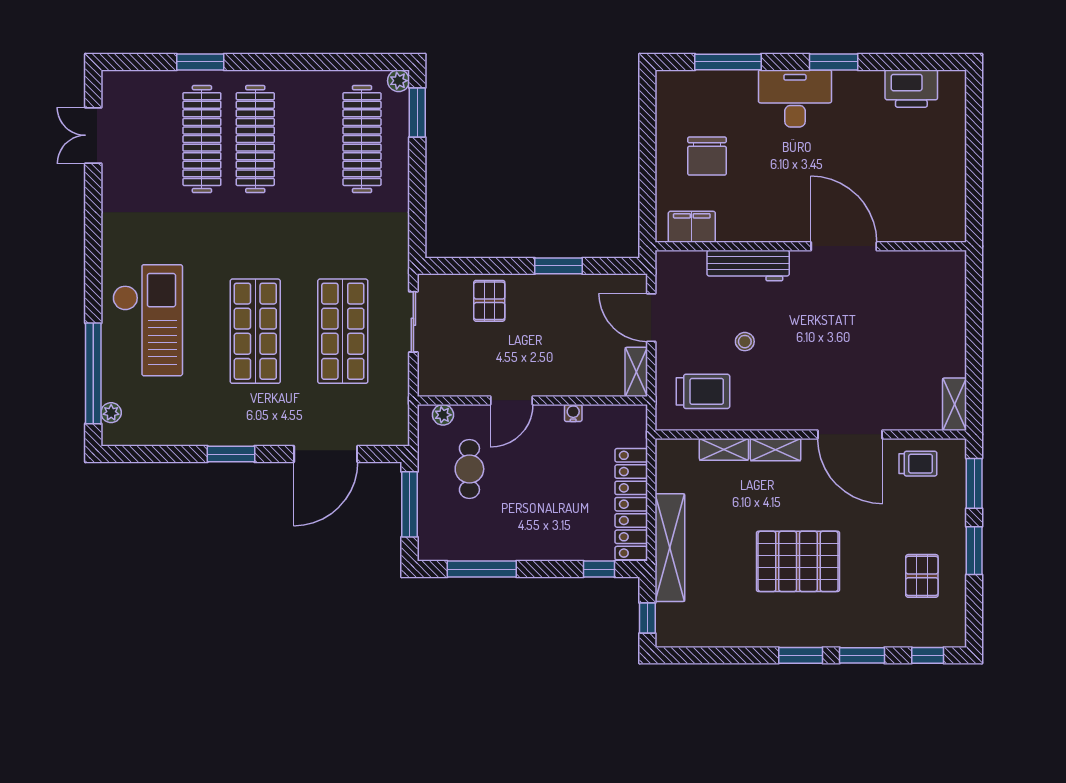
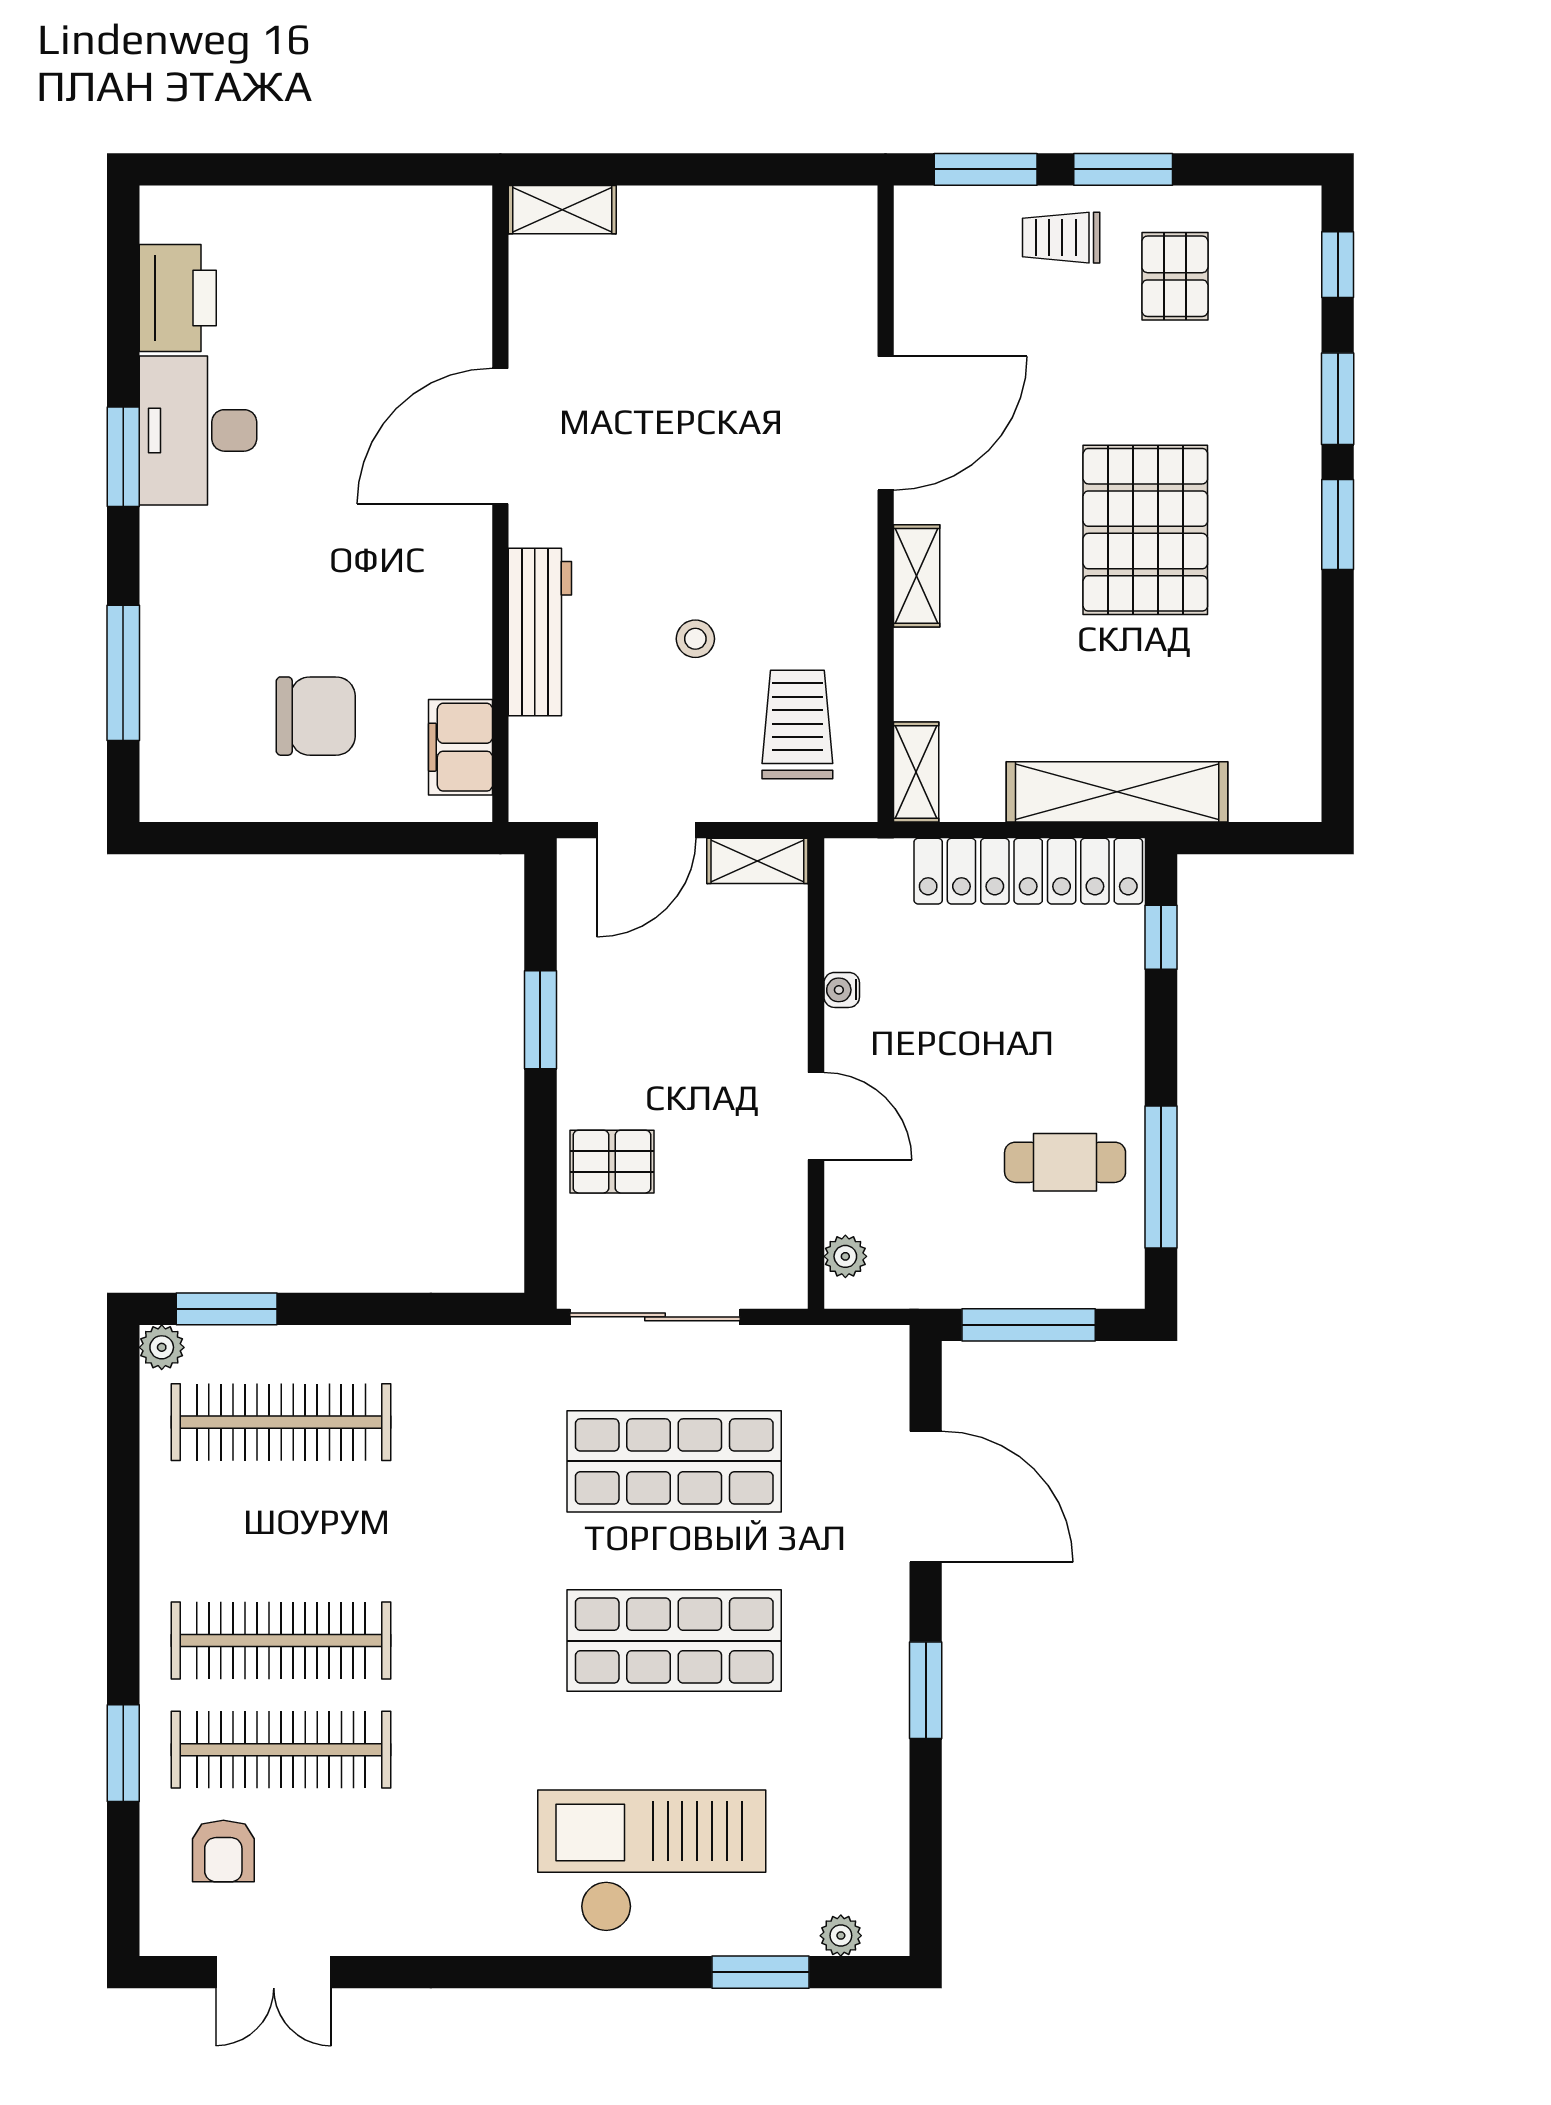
desk: (795, 98) -> (198, 430), moved
armchair: (152, 111) -> (223, 1851), added
sliding door: (413, 322) -> (655, 1317), width x1.37
window: (93, 373) -> (761, 1972), width x0.47
shelving: (954, 404) -> (562, 210), moved
shelving: (724, 449) -> (916, 772), moved
trolley: (918, 464) -> (1061, 238), moved, turned -90
cafe table: (469, 469) -> (1065, 1162), moved
pallet: (922, 576) -> (1175, 276), turned 90
window: (647, 618) -> (1261, 838), removed

